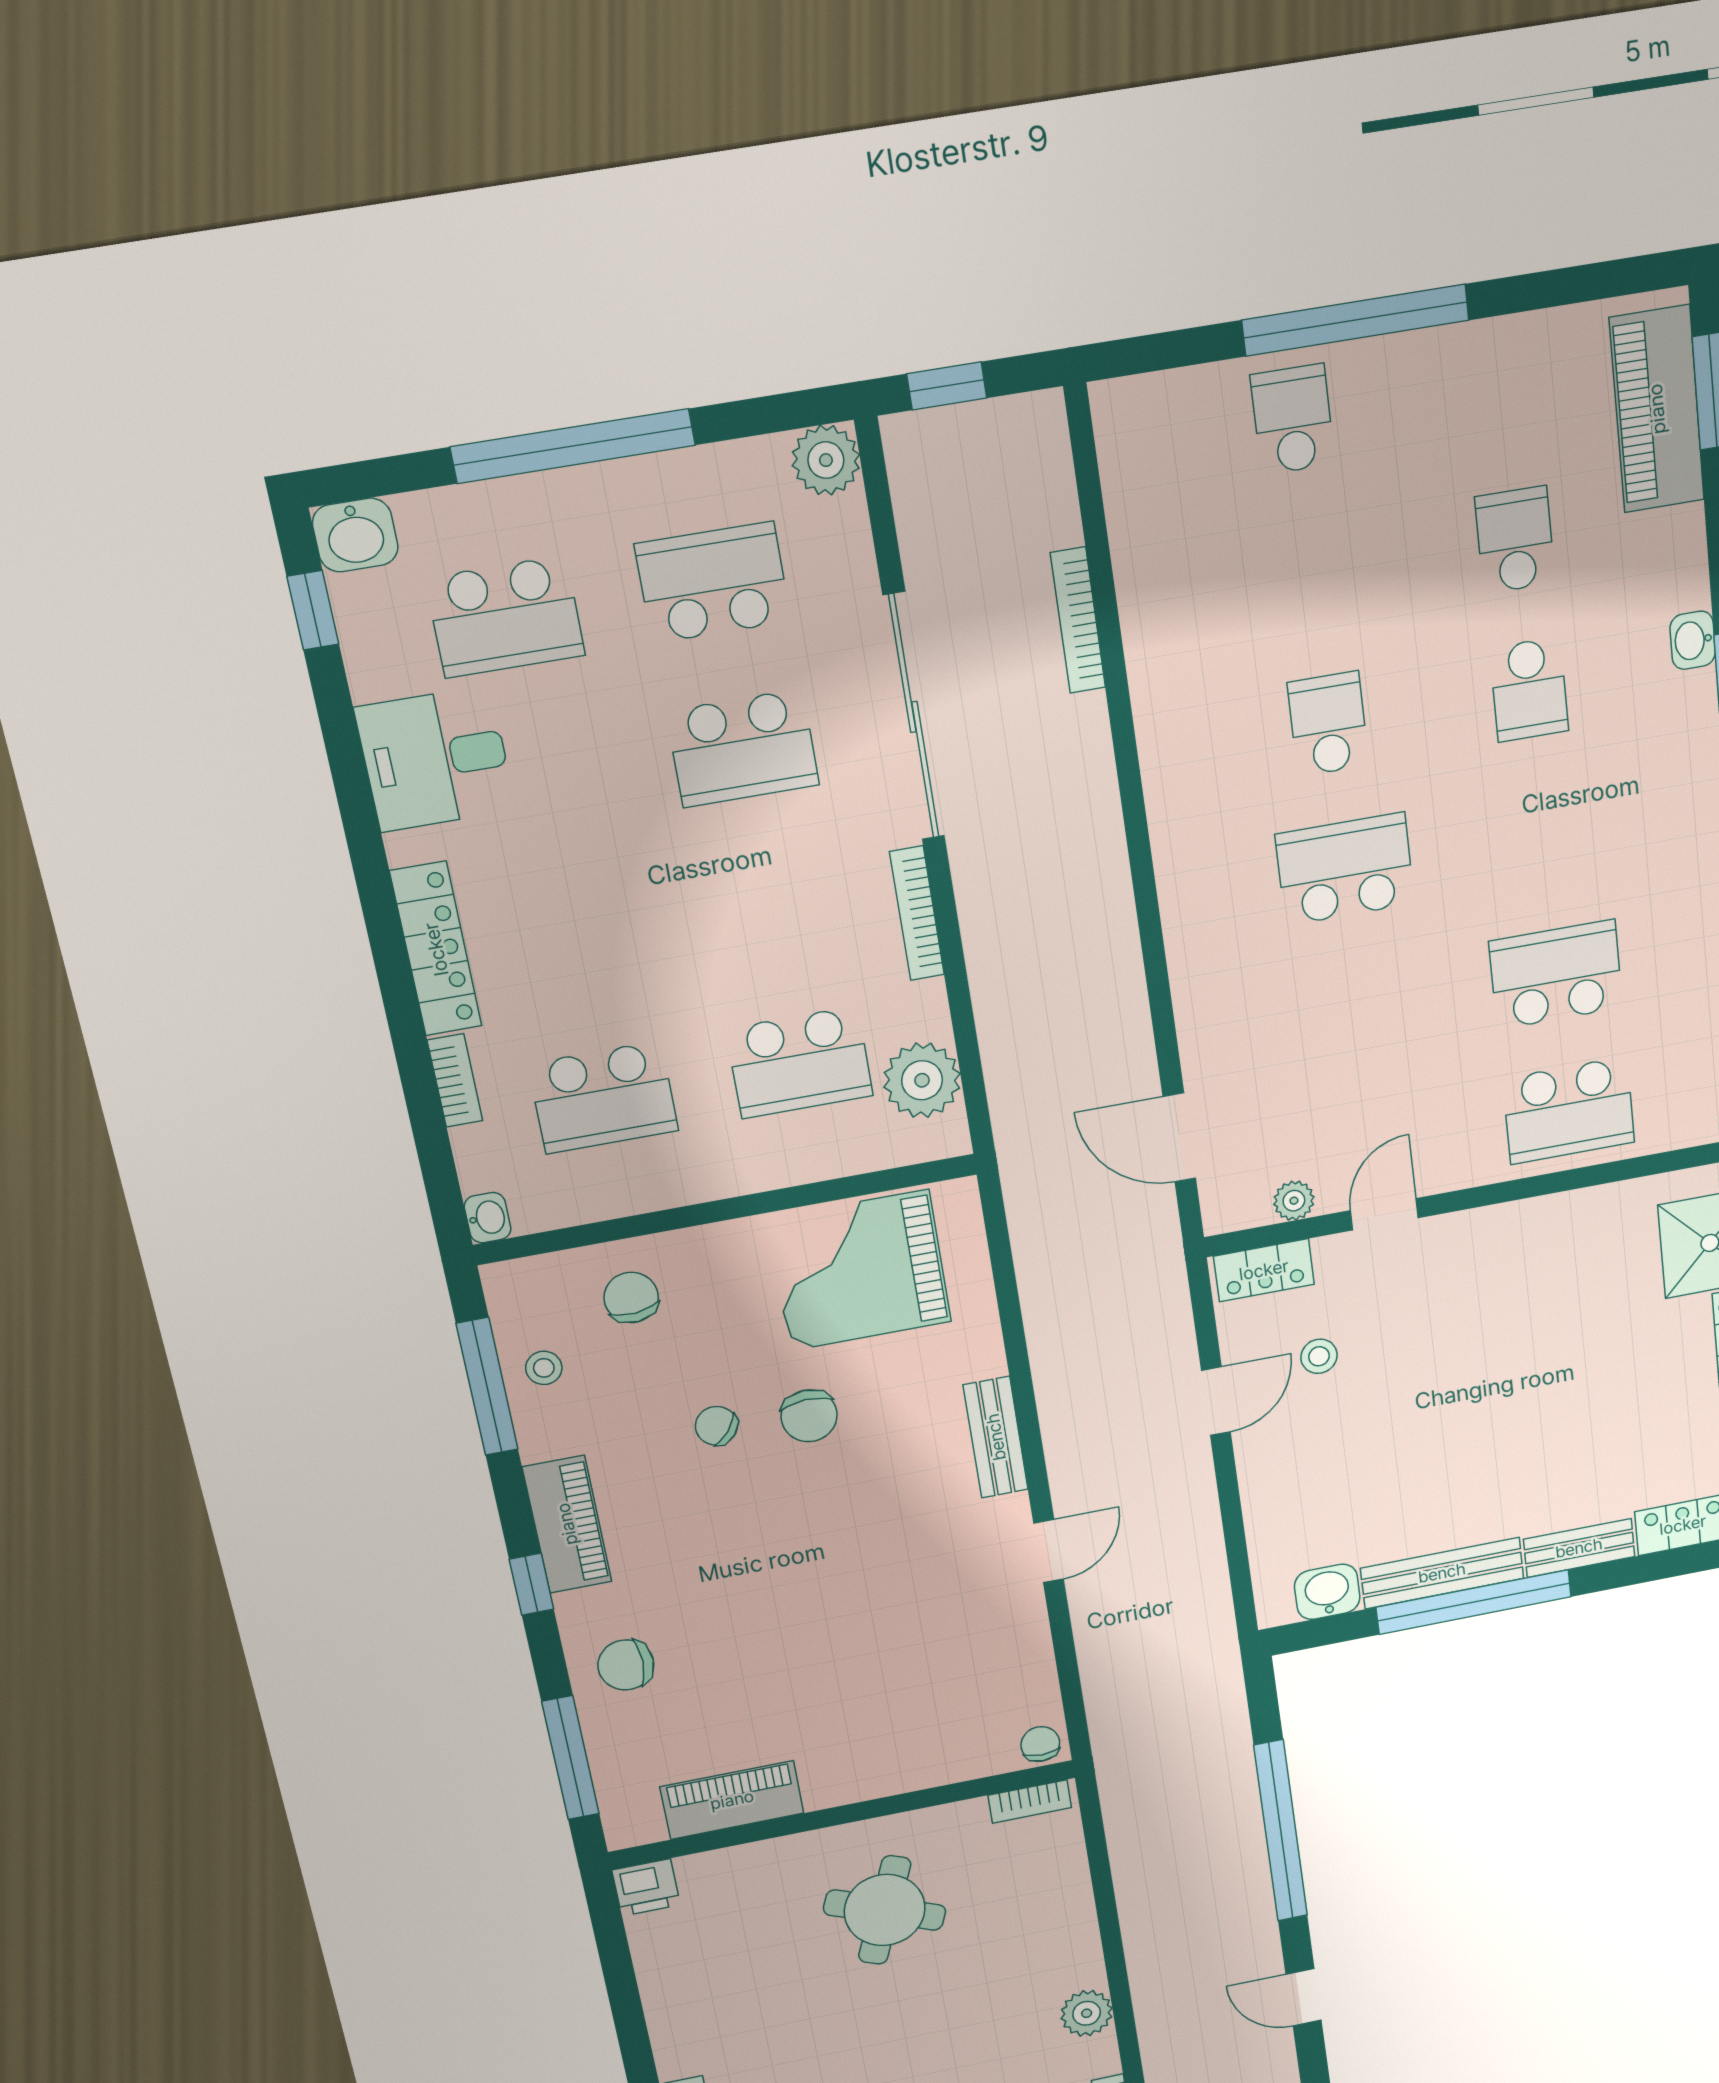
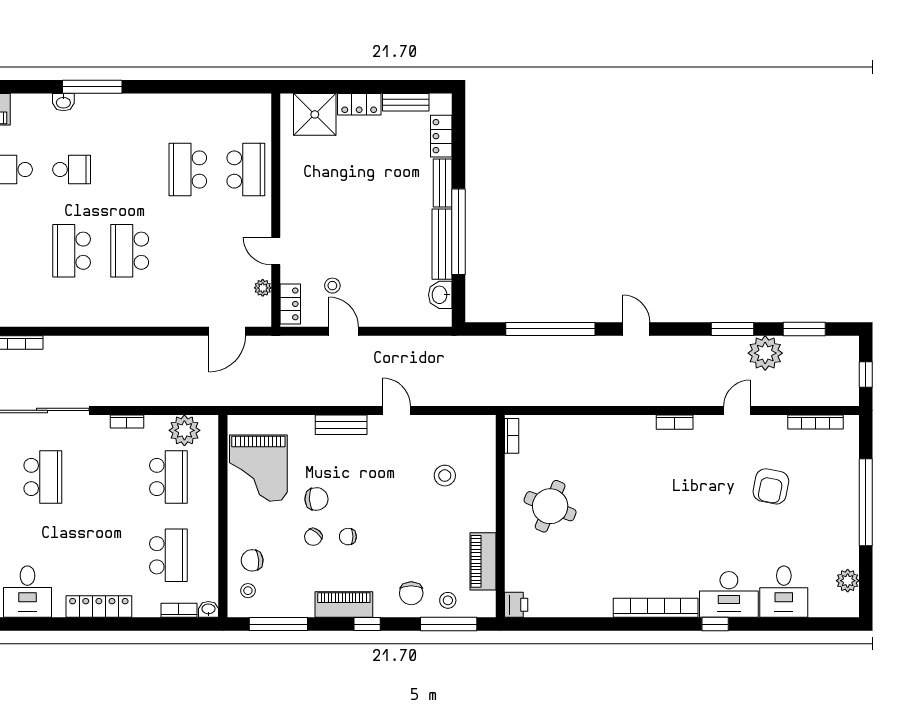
school desk: (1328, 724) -> (72, 251), width x1.85
bookcase: (917, 913) -> (127, 422), width x0.64
bookcase: (455, 1080) -> (179, 610), moved
stool: (544, 1368) -> (248, 591), moved
stool: (915, 1682) -> (445, 476), added
chair: (1040, 1744) -> (348, 537), moved
stool: (626, 1745) -> (448, 600), added
door: (1304, 1997) -> (636, 329), swing flipped
plant: (1087, 2013) -> (622, 427), removed

